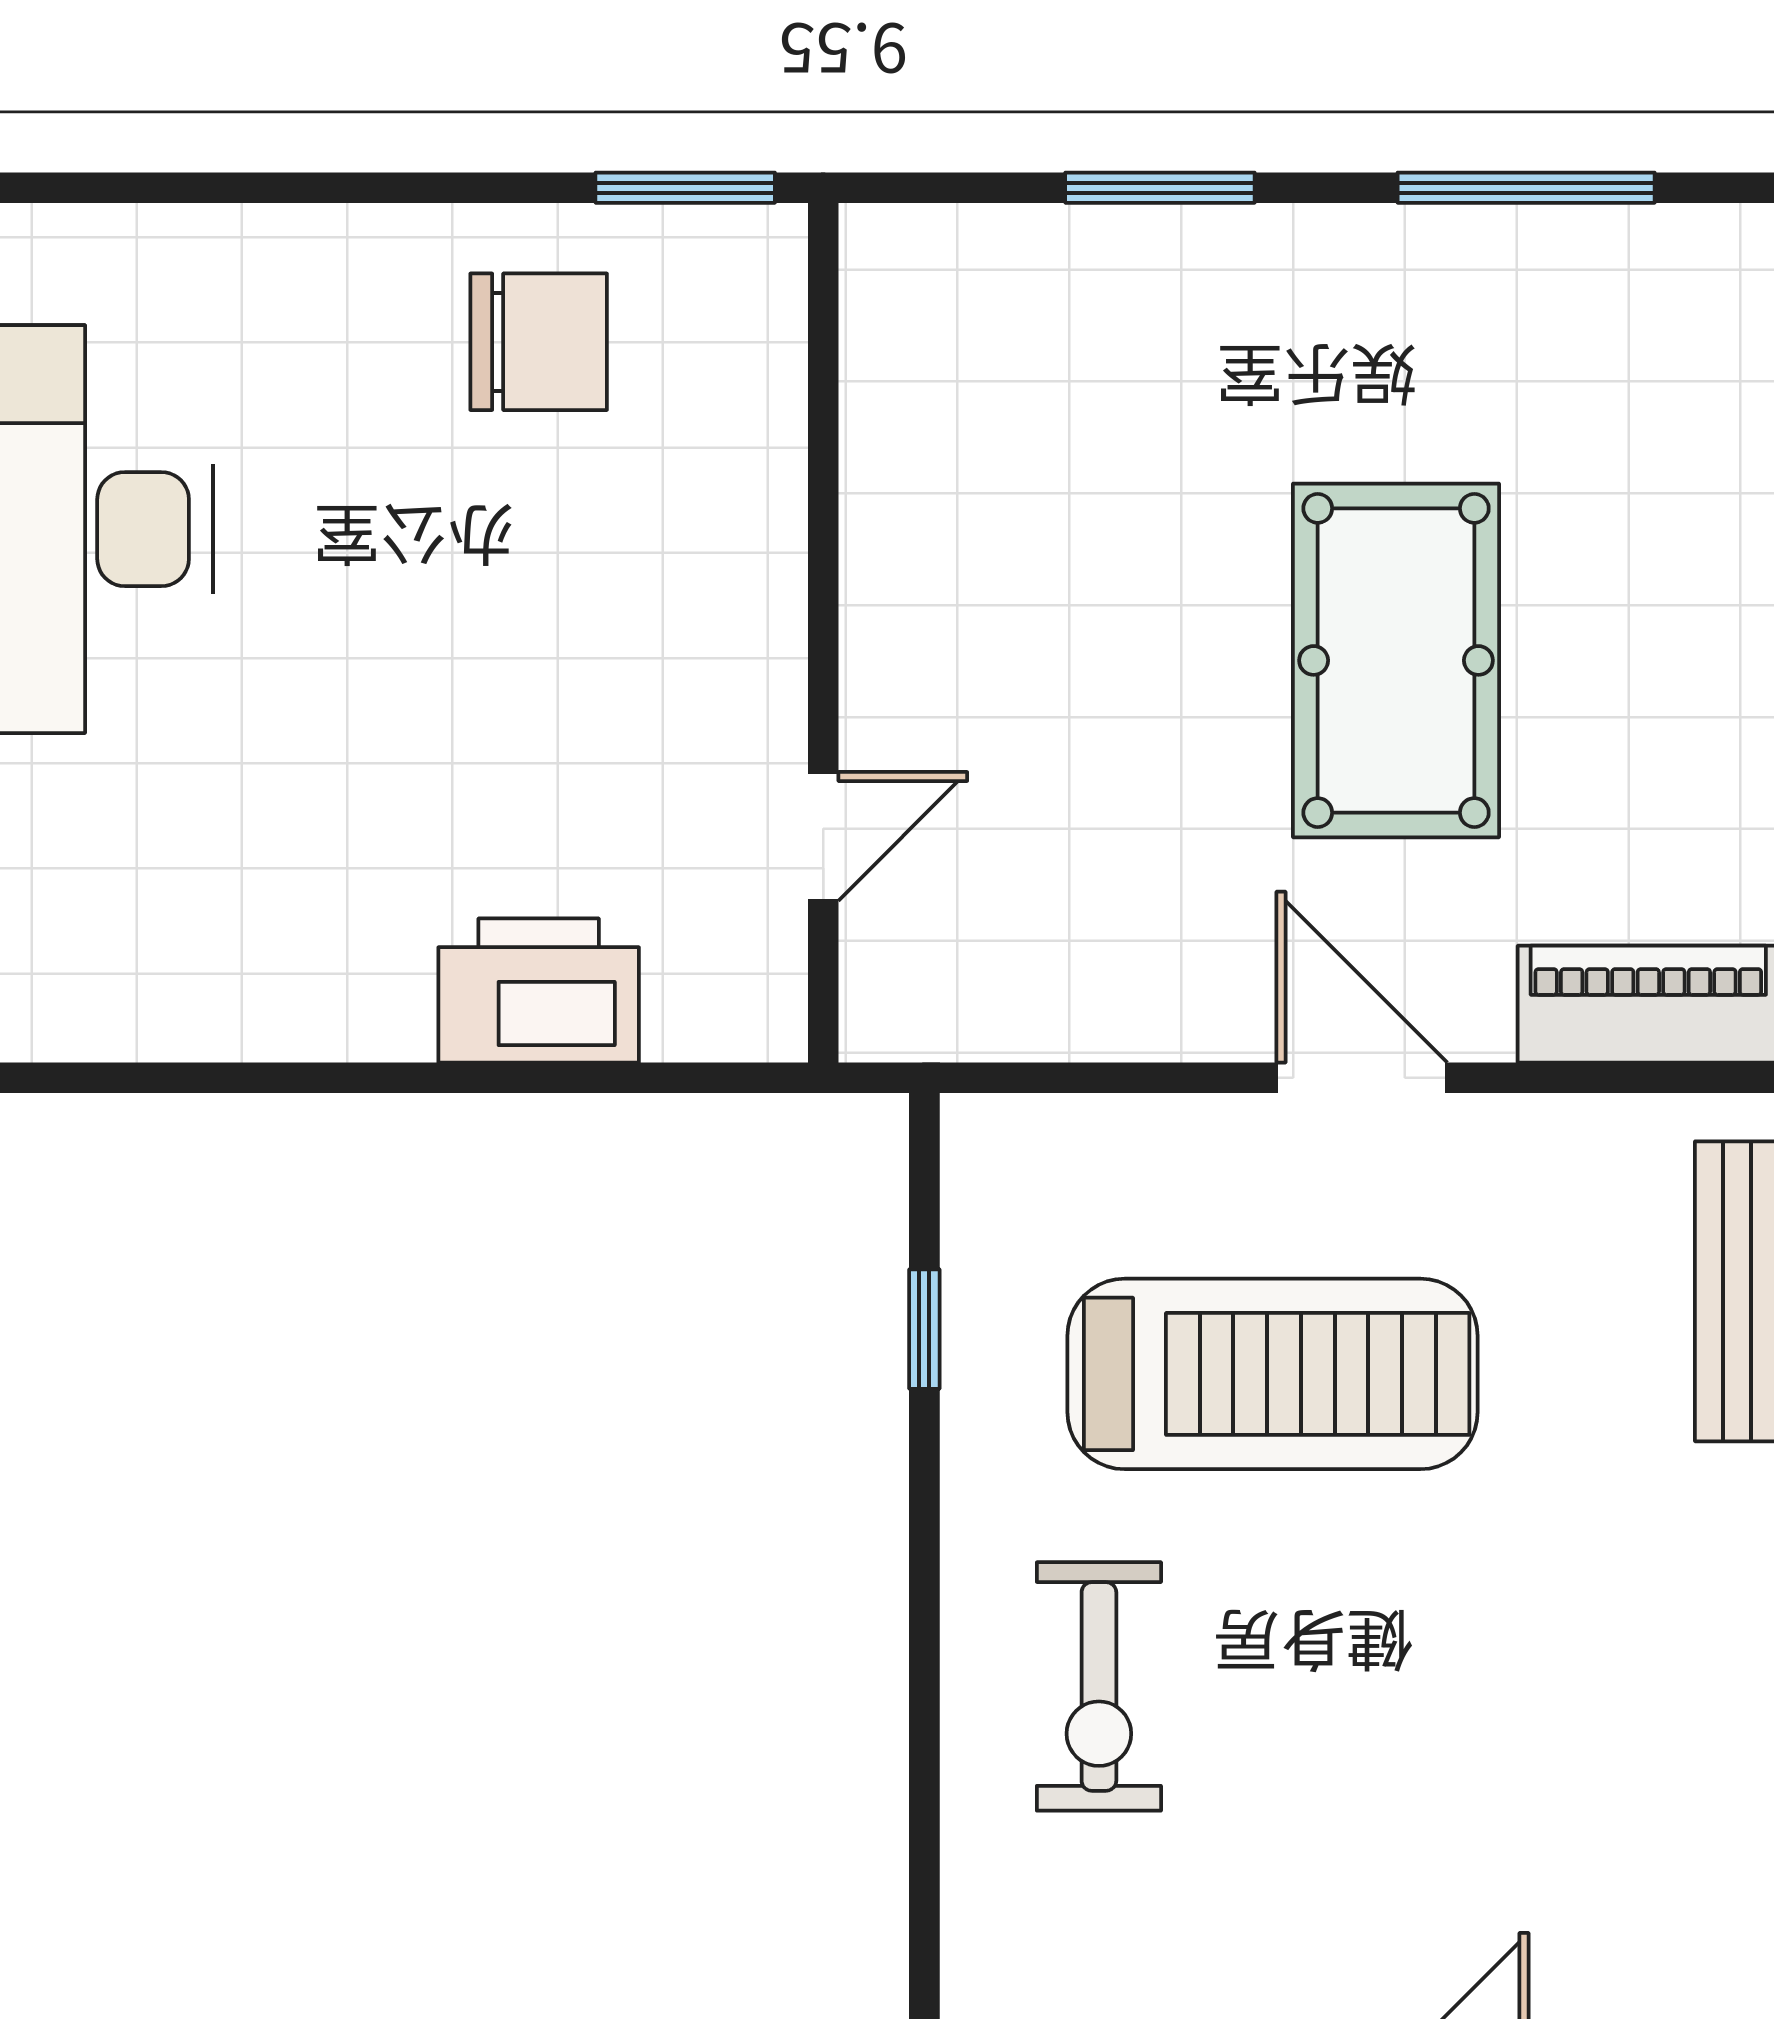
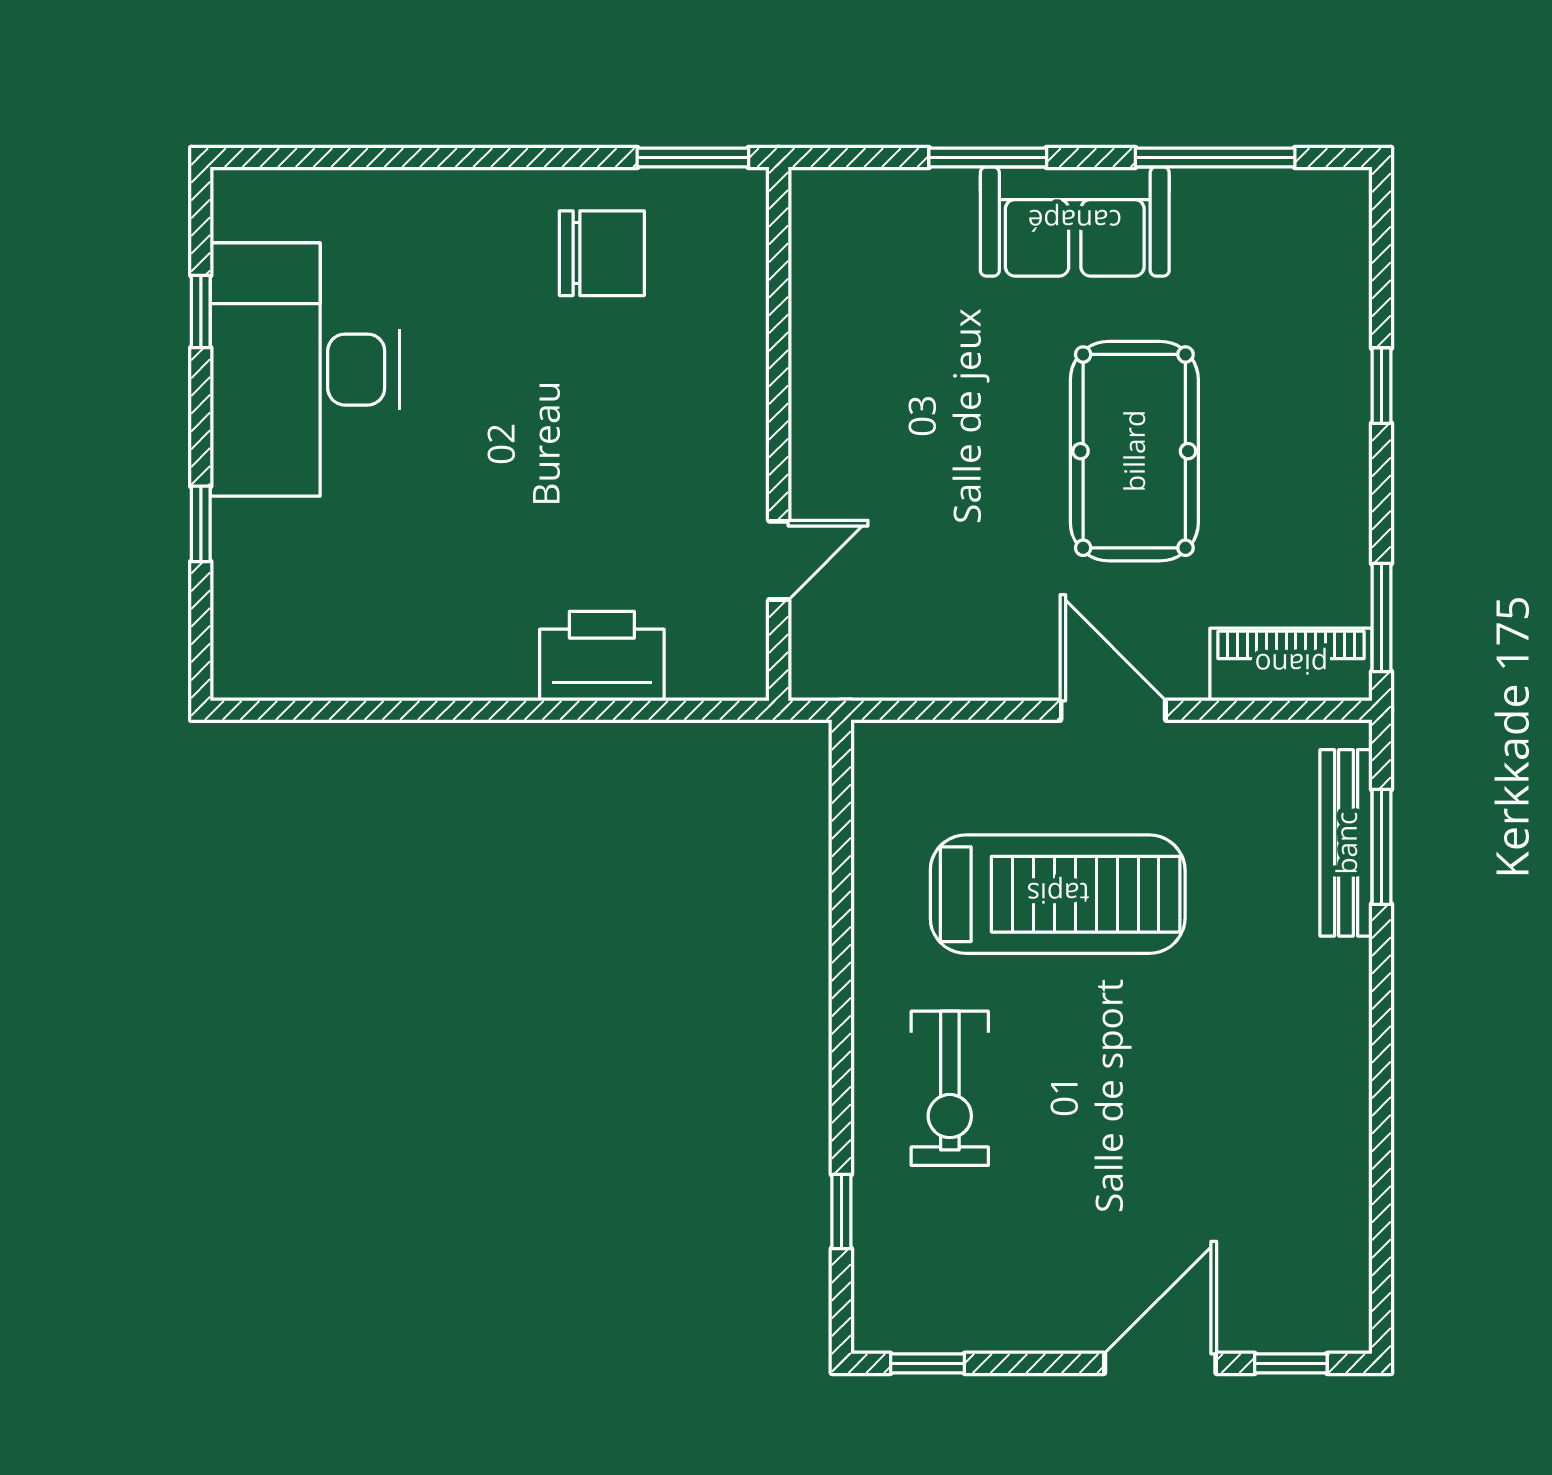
sofa: (1300, 291) -> (1075, 221), added
window: (924, 1329) -> (841, 1211), moved

